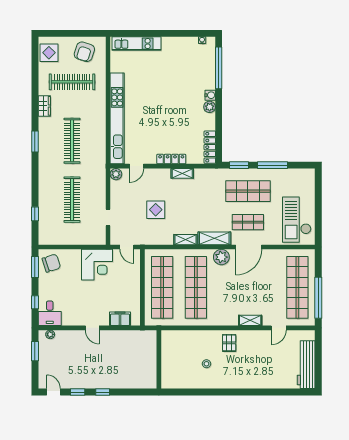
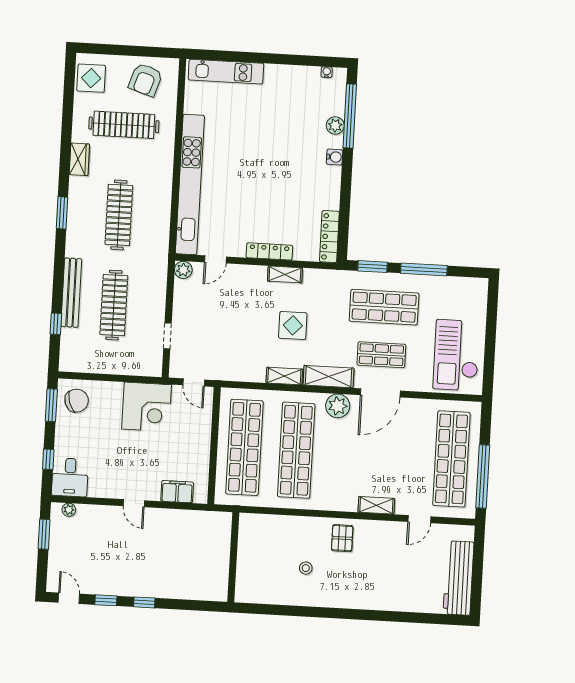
plant: (210, 107) -> (335, 126), moved
bench: (44, 193) -> (71, 293), added
display table: (156, 210) -> (293, 325), moved

